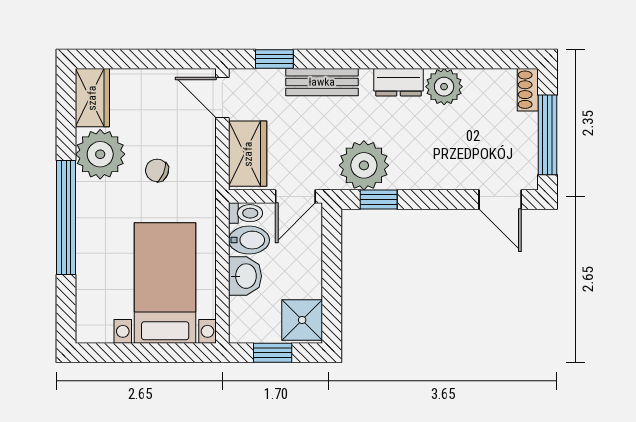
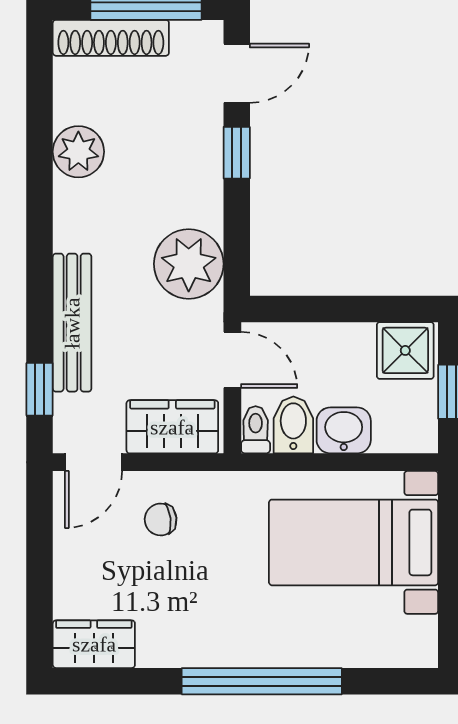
bench: (322, 82) -> (72, 323), width x1.36
dresser: (399, 82) -> (72, 215), removed
shoe rack: (528, 90) -> (111, 38), width x1.94, depth x1.24
plant: (100, 154) -> (173, 633), removed
chair: (157, 170) -> (161, 519), moved, turned 60
window: (379, 200) -> (237, 153), moved

